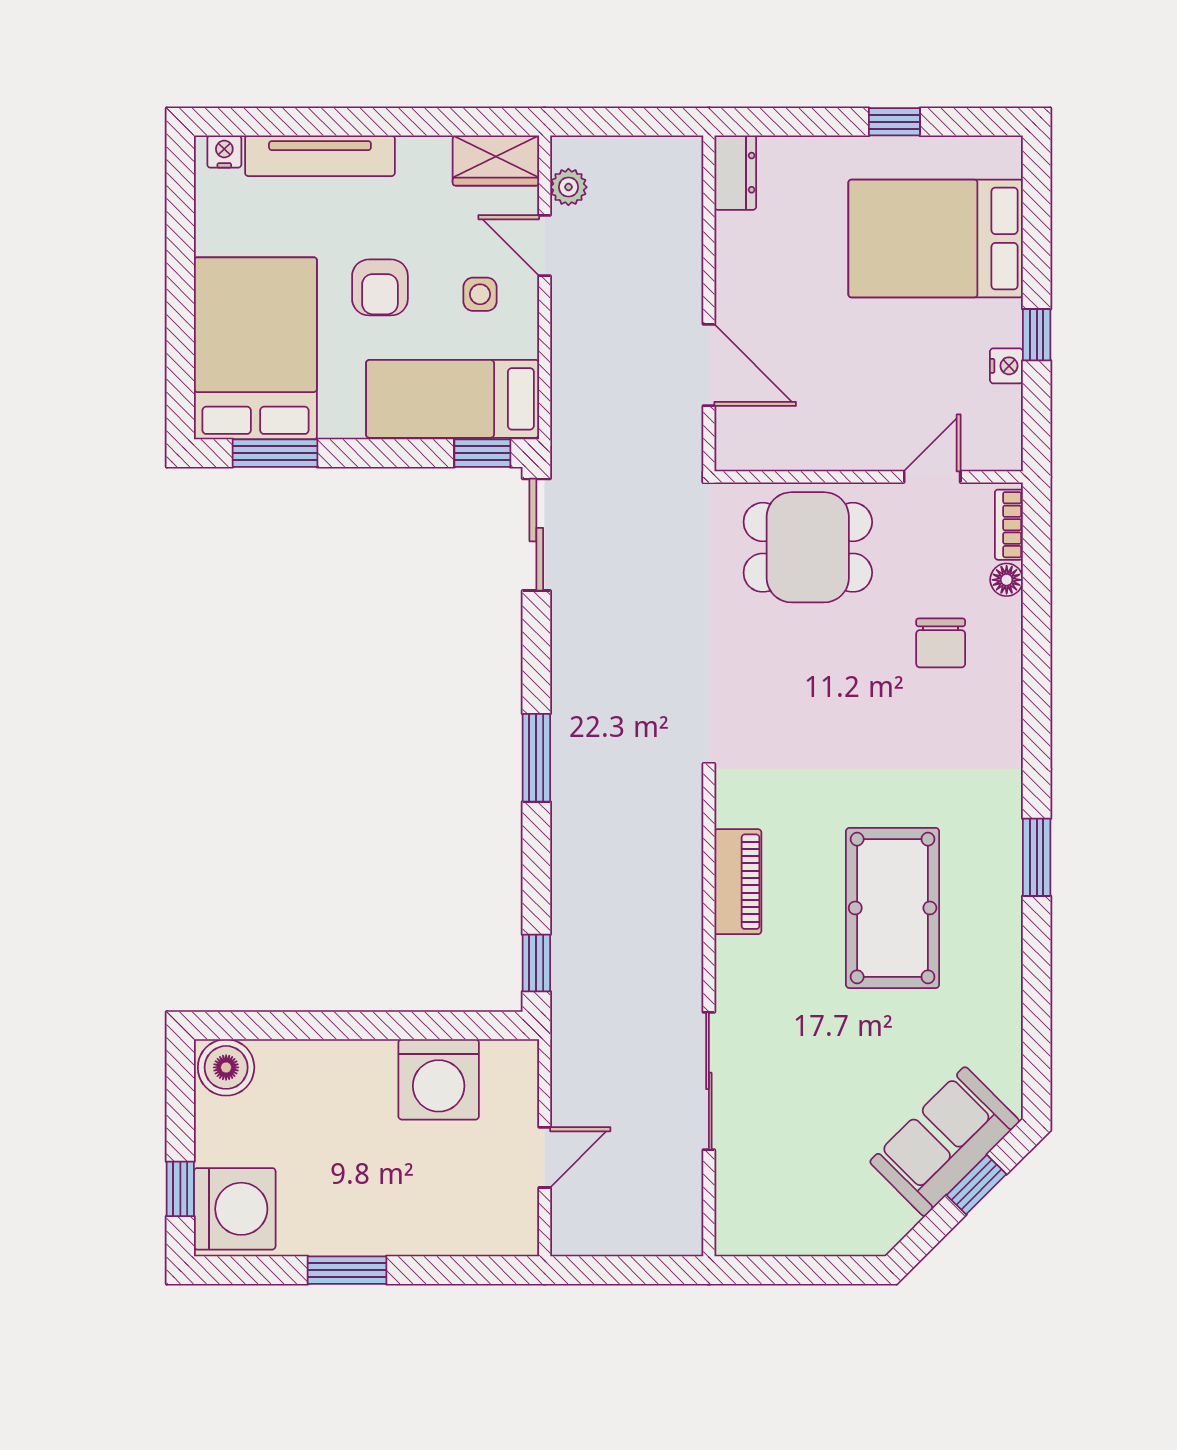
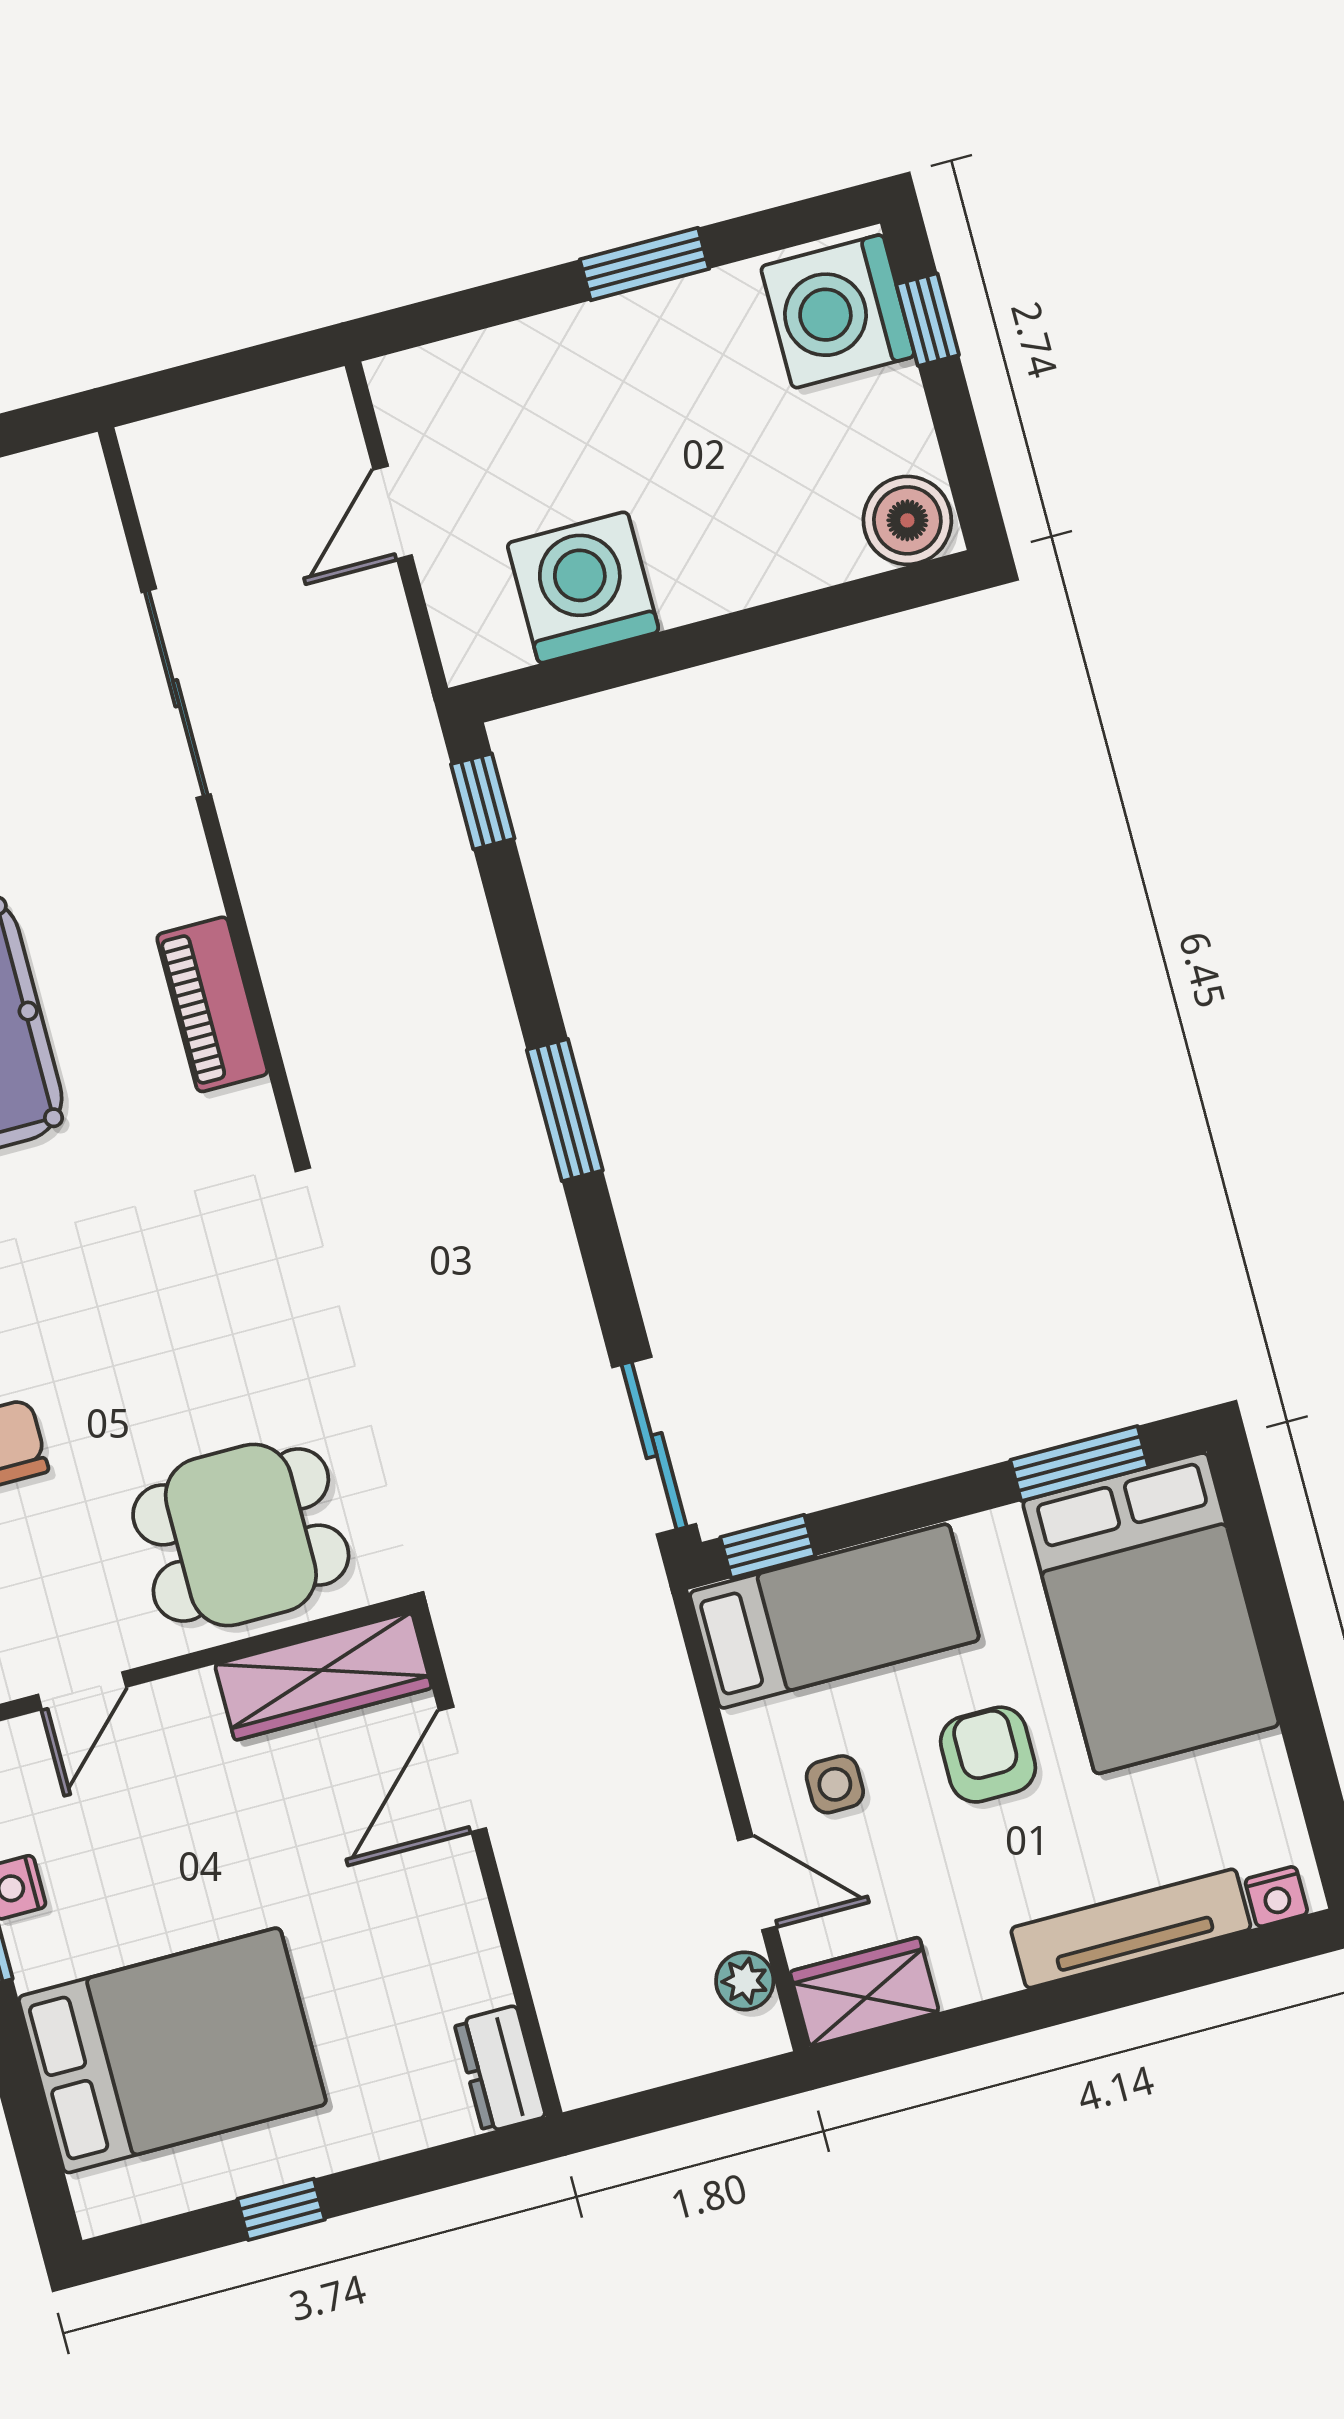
door: (709, 365) -> (463, 1769), hinge flipped
wardrobe: (780, 446) -> (323, 1676), added

